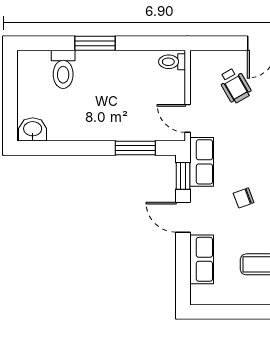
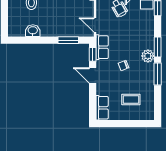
washbasin: (33, 129) -> (33, 31), moved
row of seats: (202, 259) -> (102, 108), moved

